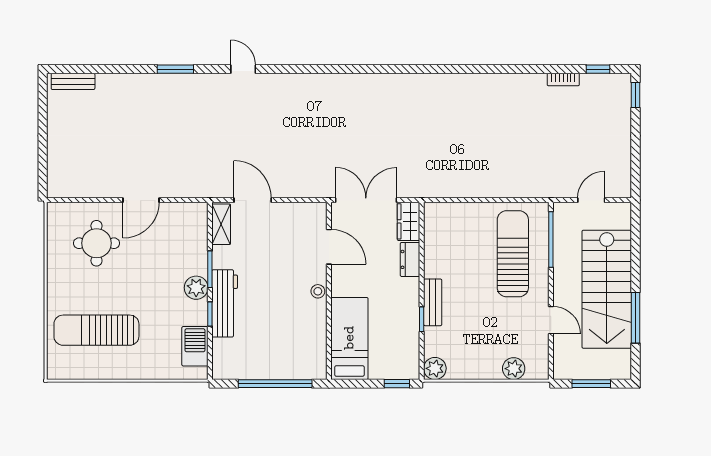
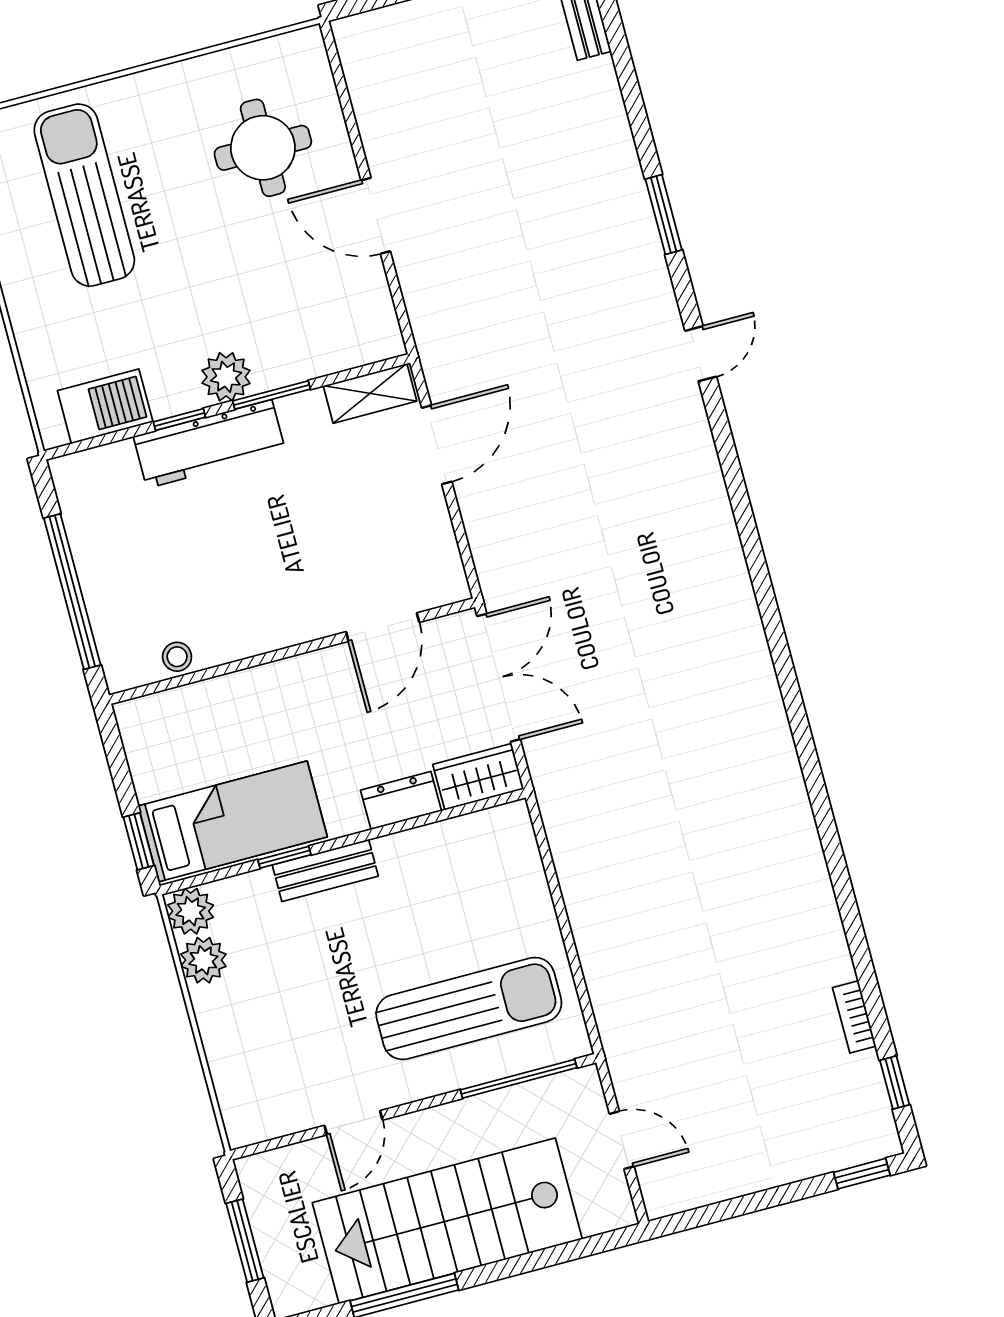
stool: (318, 291) -> (177, 657), moved
bed: (349, 338) -> (233, 821), moved
plant: (514, 369) -> (203, 960), moved

